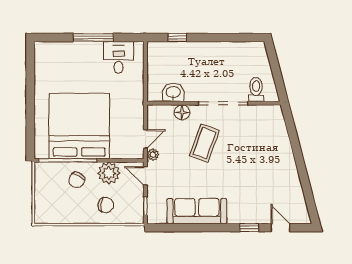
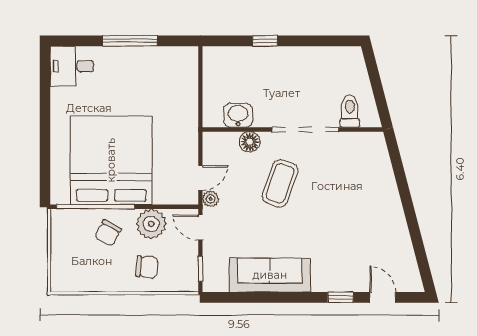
window: (177, 37) -> (265, 41), moved
desk: (119, 57) -> (72, 66), moved, turned -90

